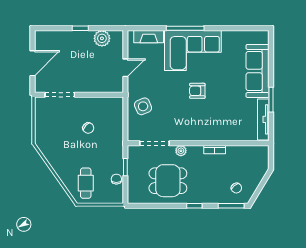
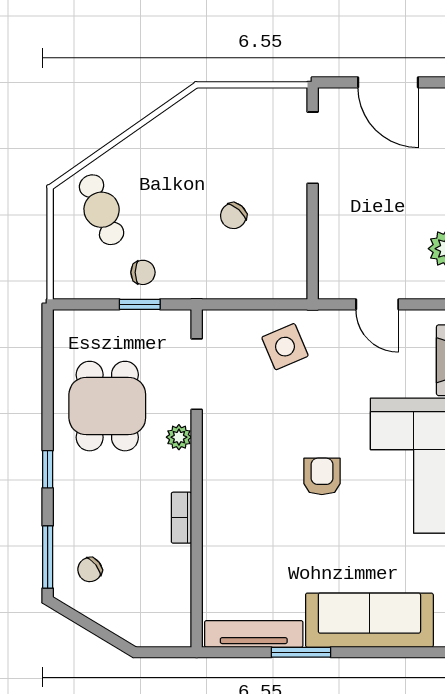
chair: (116, 179) -> (143, 272), moved
cafe table: (86, 183) -> (102, 210), turned 67

